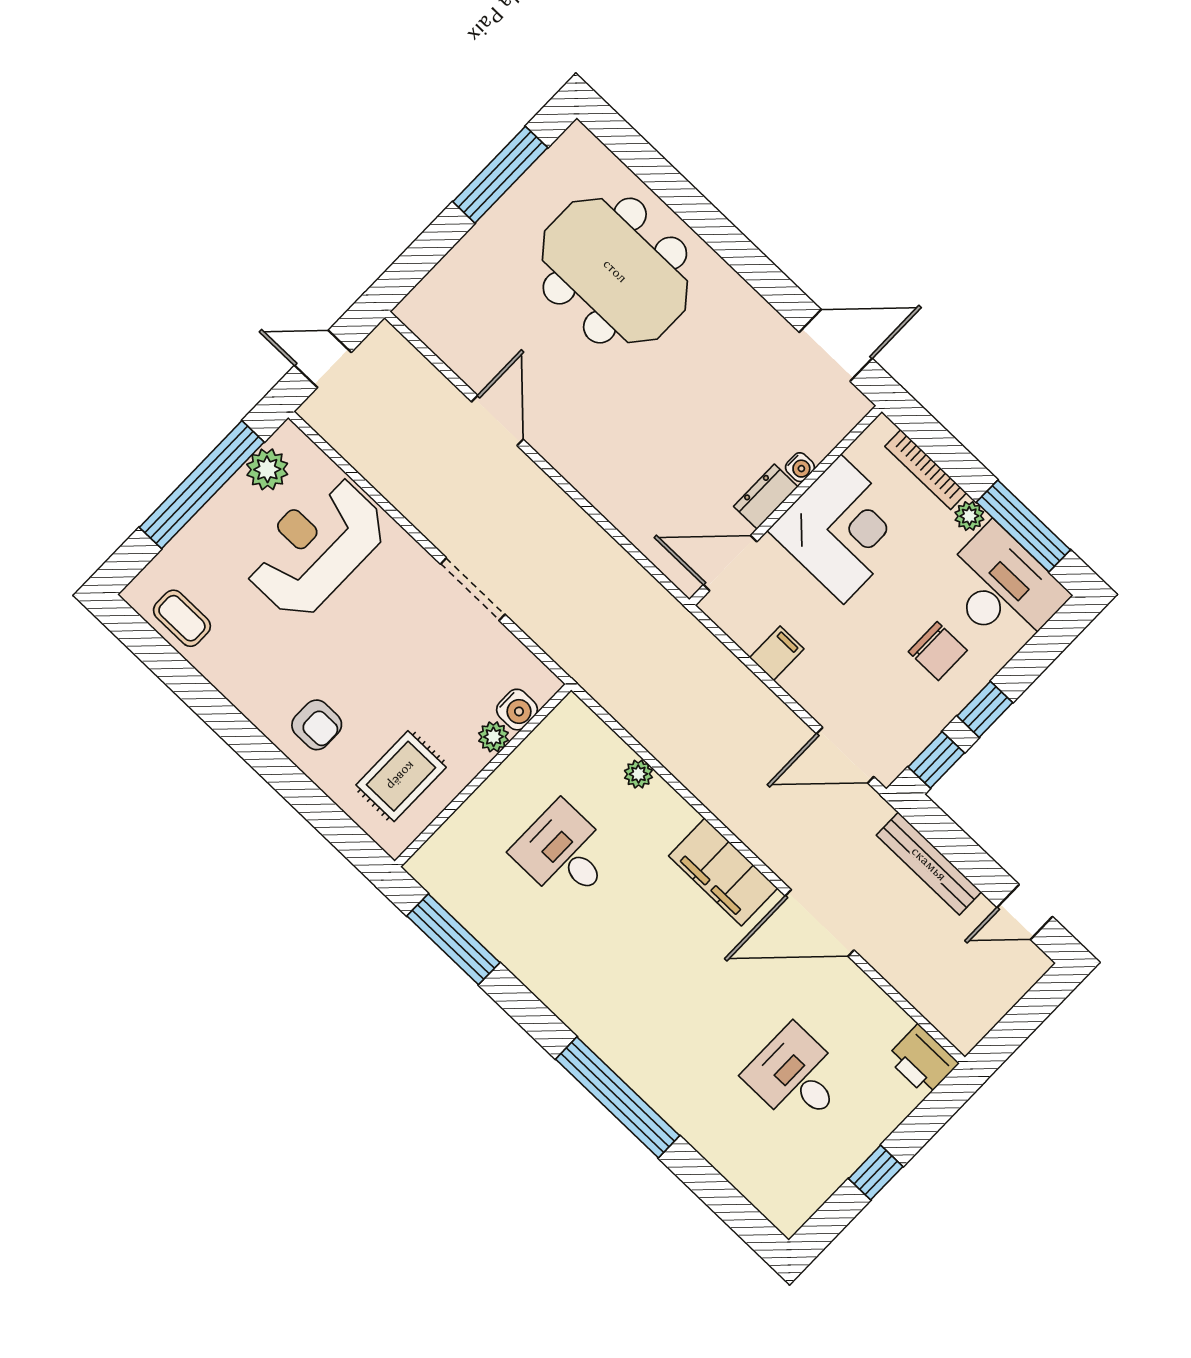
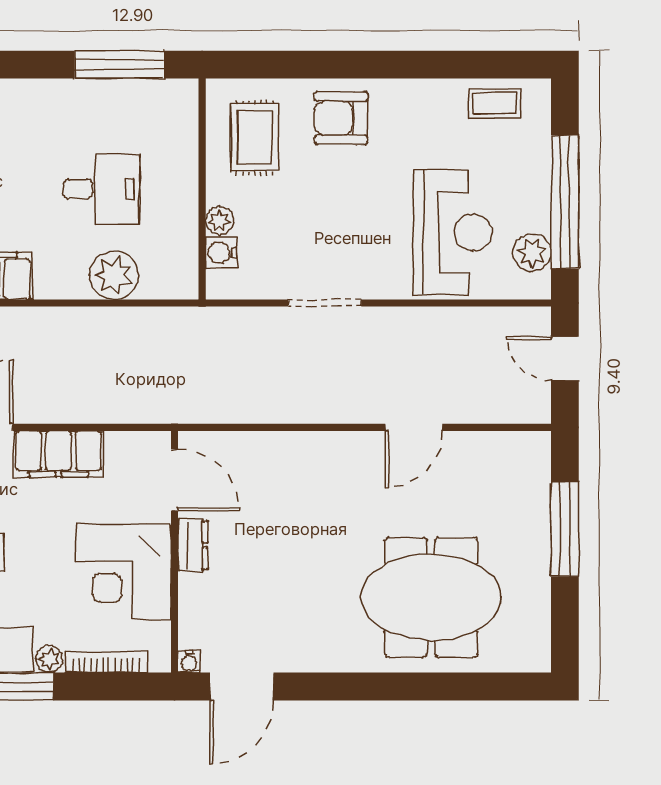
window: (500, 175) -> (565, 529), moved
door: (323, 359) -> (565, 359), swing flipped
door: (497, 421) -> (414, 427), hinge flipped
water cooler: (800, 467) -> (189, 662), moved, turned -90
door: (730, 563) -> (174, 480), hinge flipped
filing cabinet: (777, 653) -> (58, 454), width x3.00, depth x1.17
armchair: (317, 725) -> (341, 118), width x1.38, depth x1.38
plant: (638, 774) -> (114, 275), width x1.87, depth x1.87

